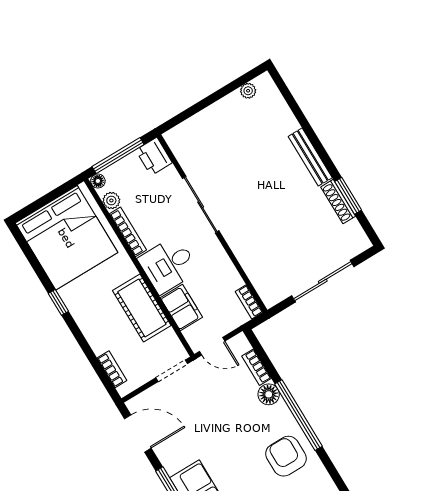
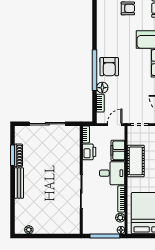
printer: (154, 156) -> (89, 152), moved
door: (212, 346) -> (115, 125), hinge flipped
armchair: (286, 456) -> (109, 67), moved

